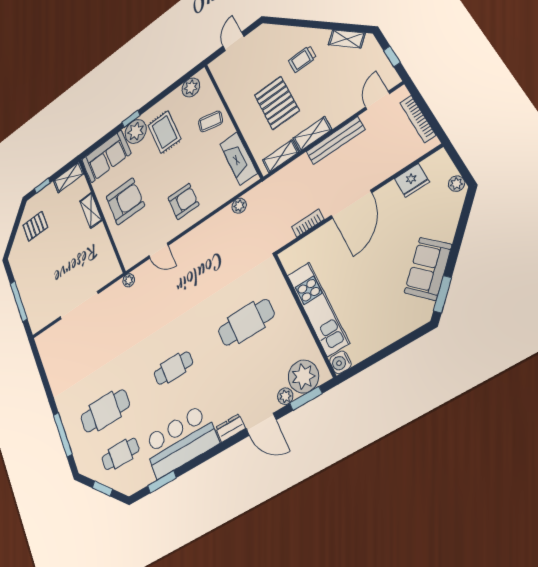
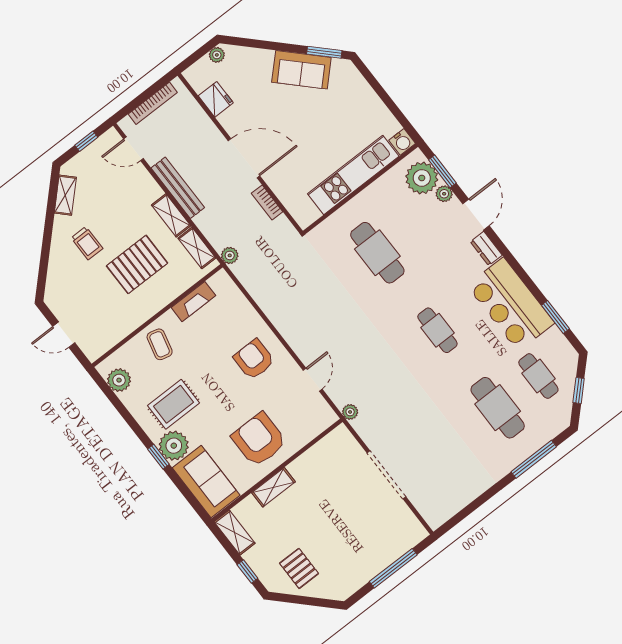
fireplace: (238, 158) -> (193, 302), width x0.73, depth x0.76
plant: (239, 206) -> (230, 255), moved

